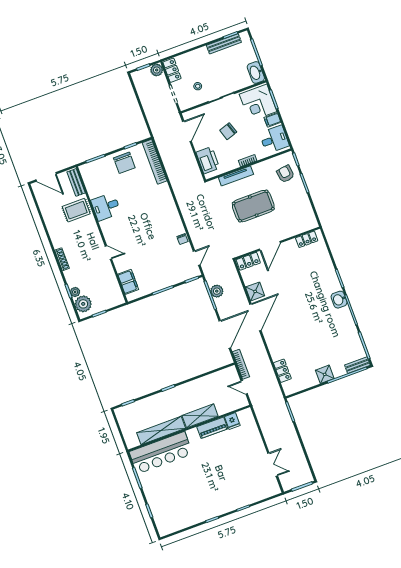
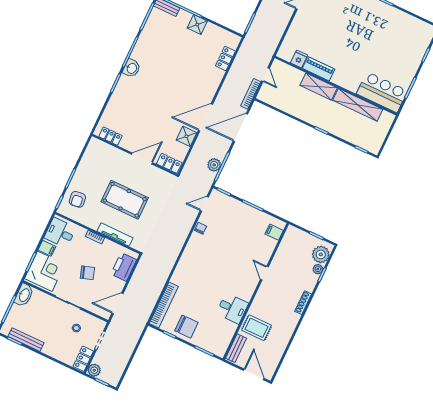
chair: (124, 163) -> (186, 327), turned 90
filing cabinet: (128, 282) -> (274, 232), width x0.50
bar counter: (161, 453) -> (382, 92), width x0.73

